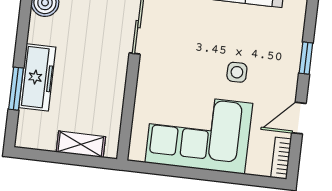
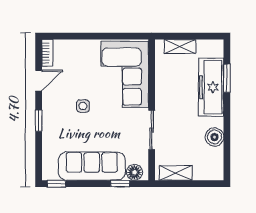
freezer: (37, 77) -> (211, 87), width x1.36, depth x1.26
corner sofa: (199, 133) -> (125, 74), moved, turned 90

